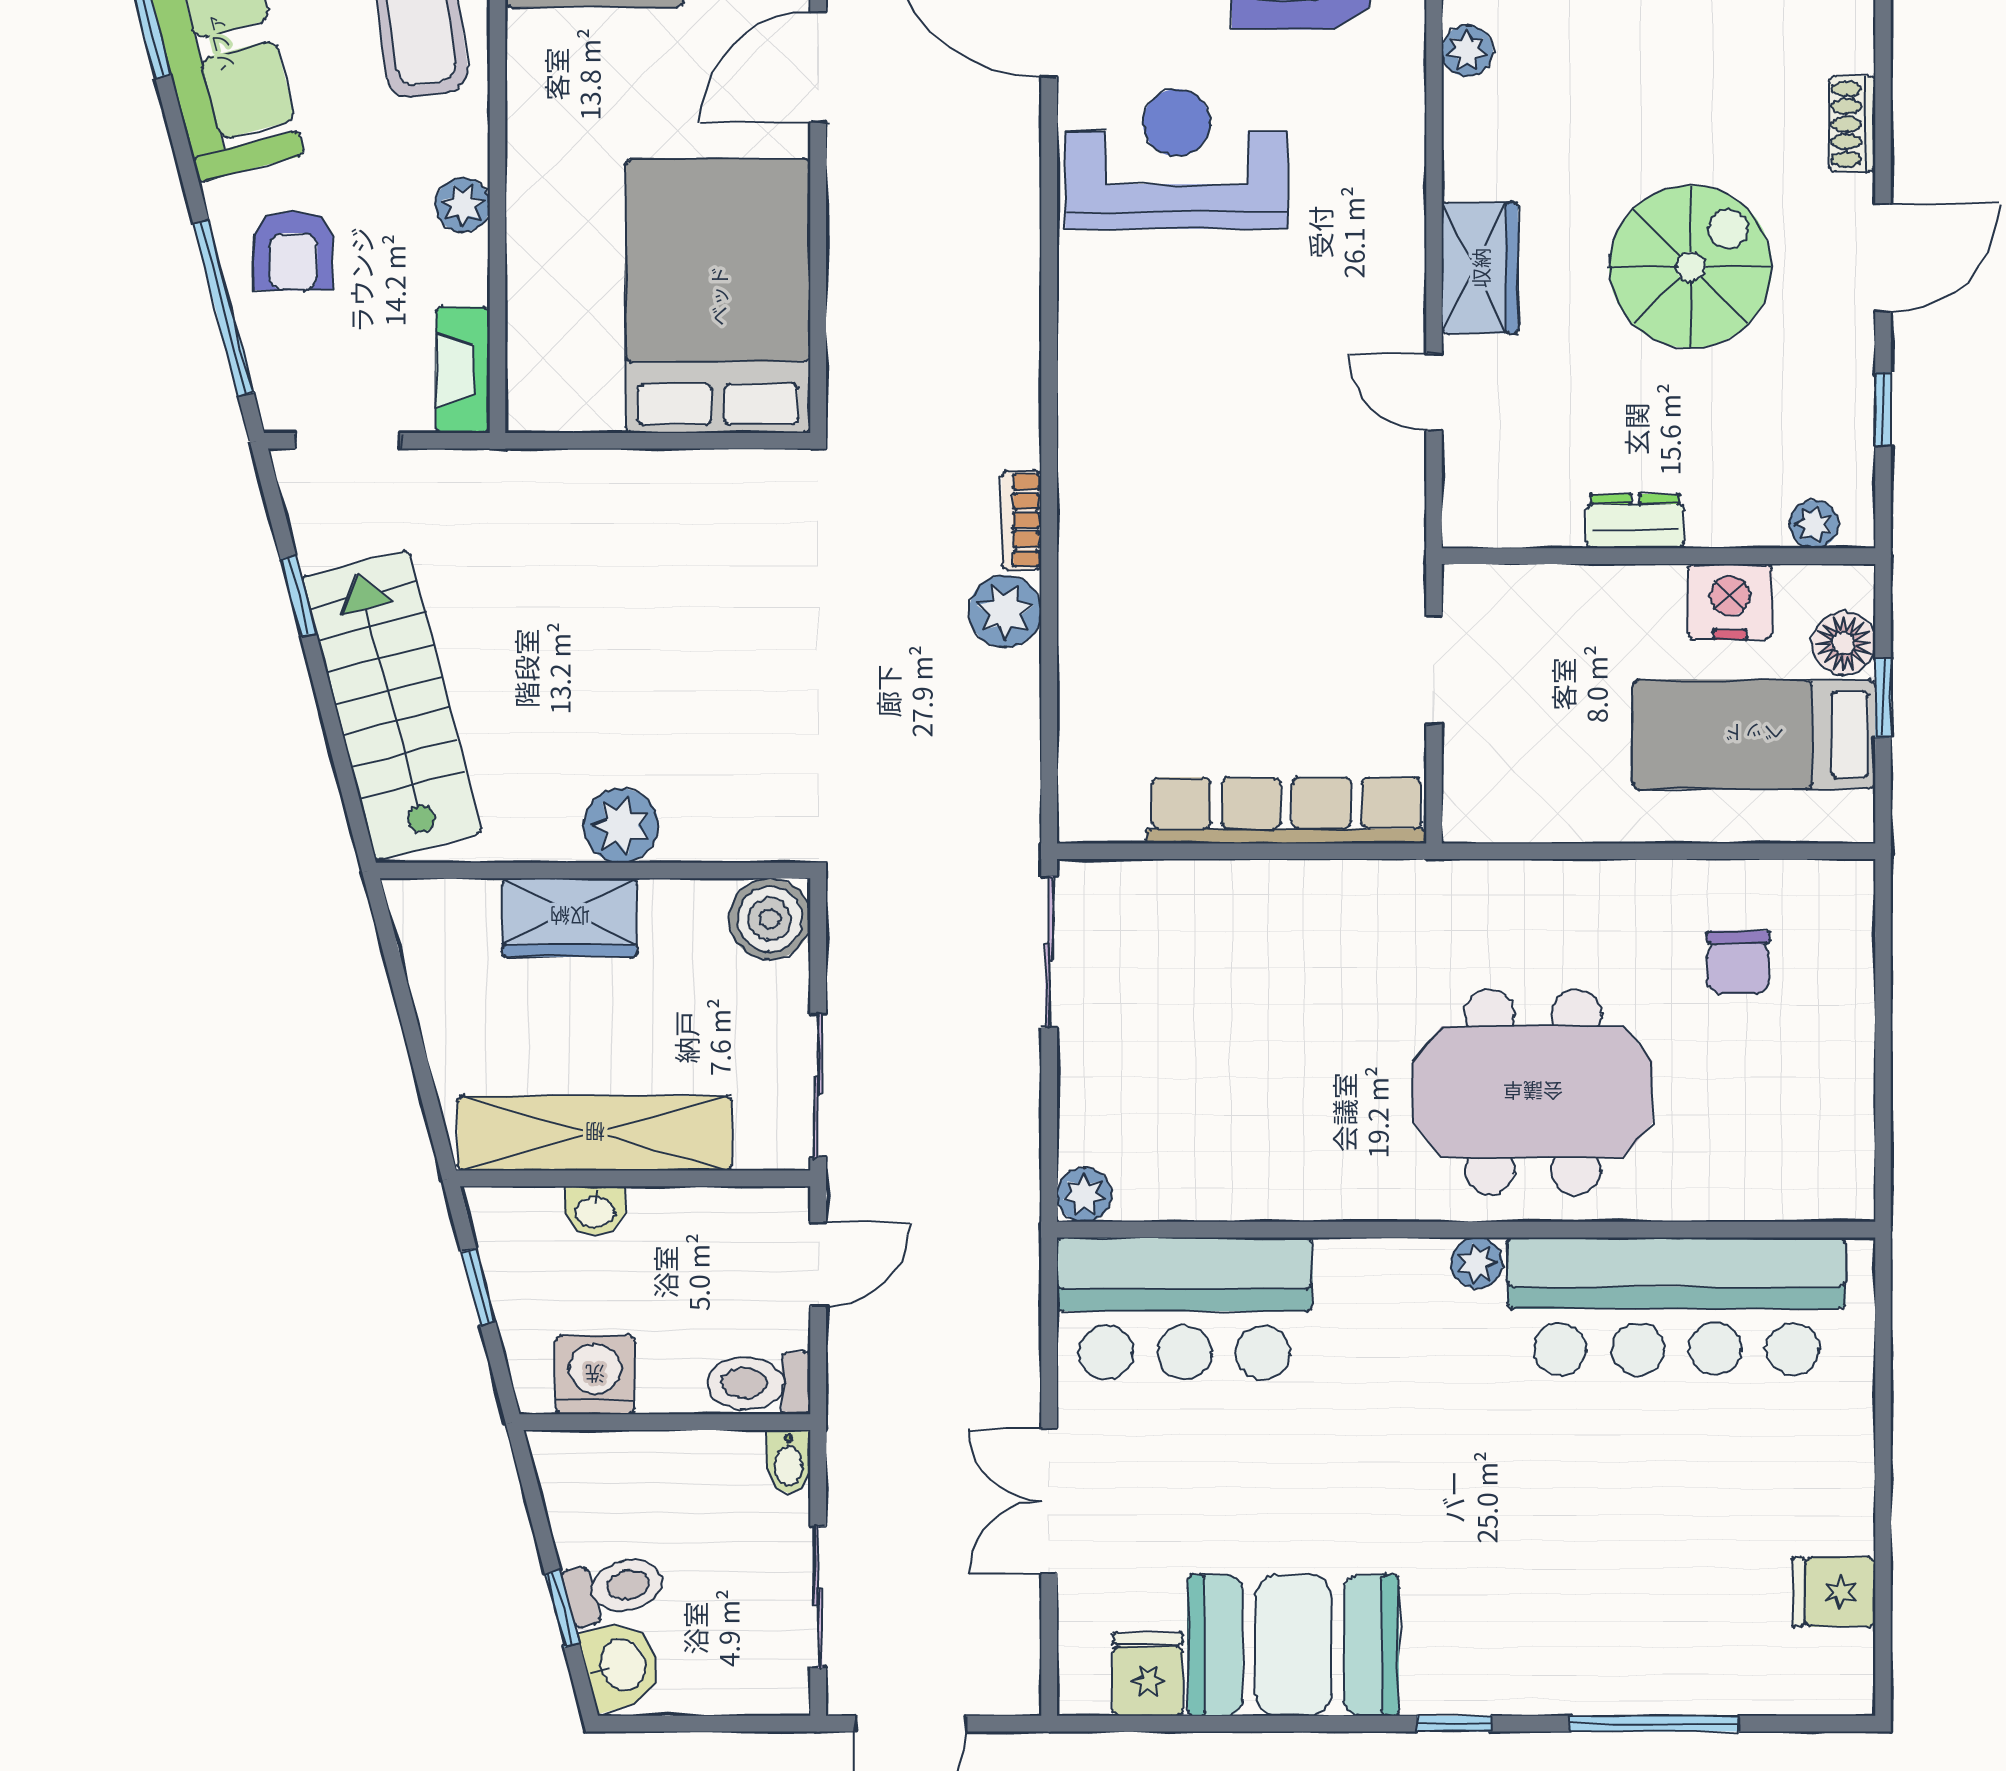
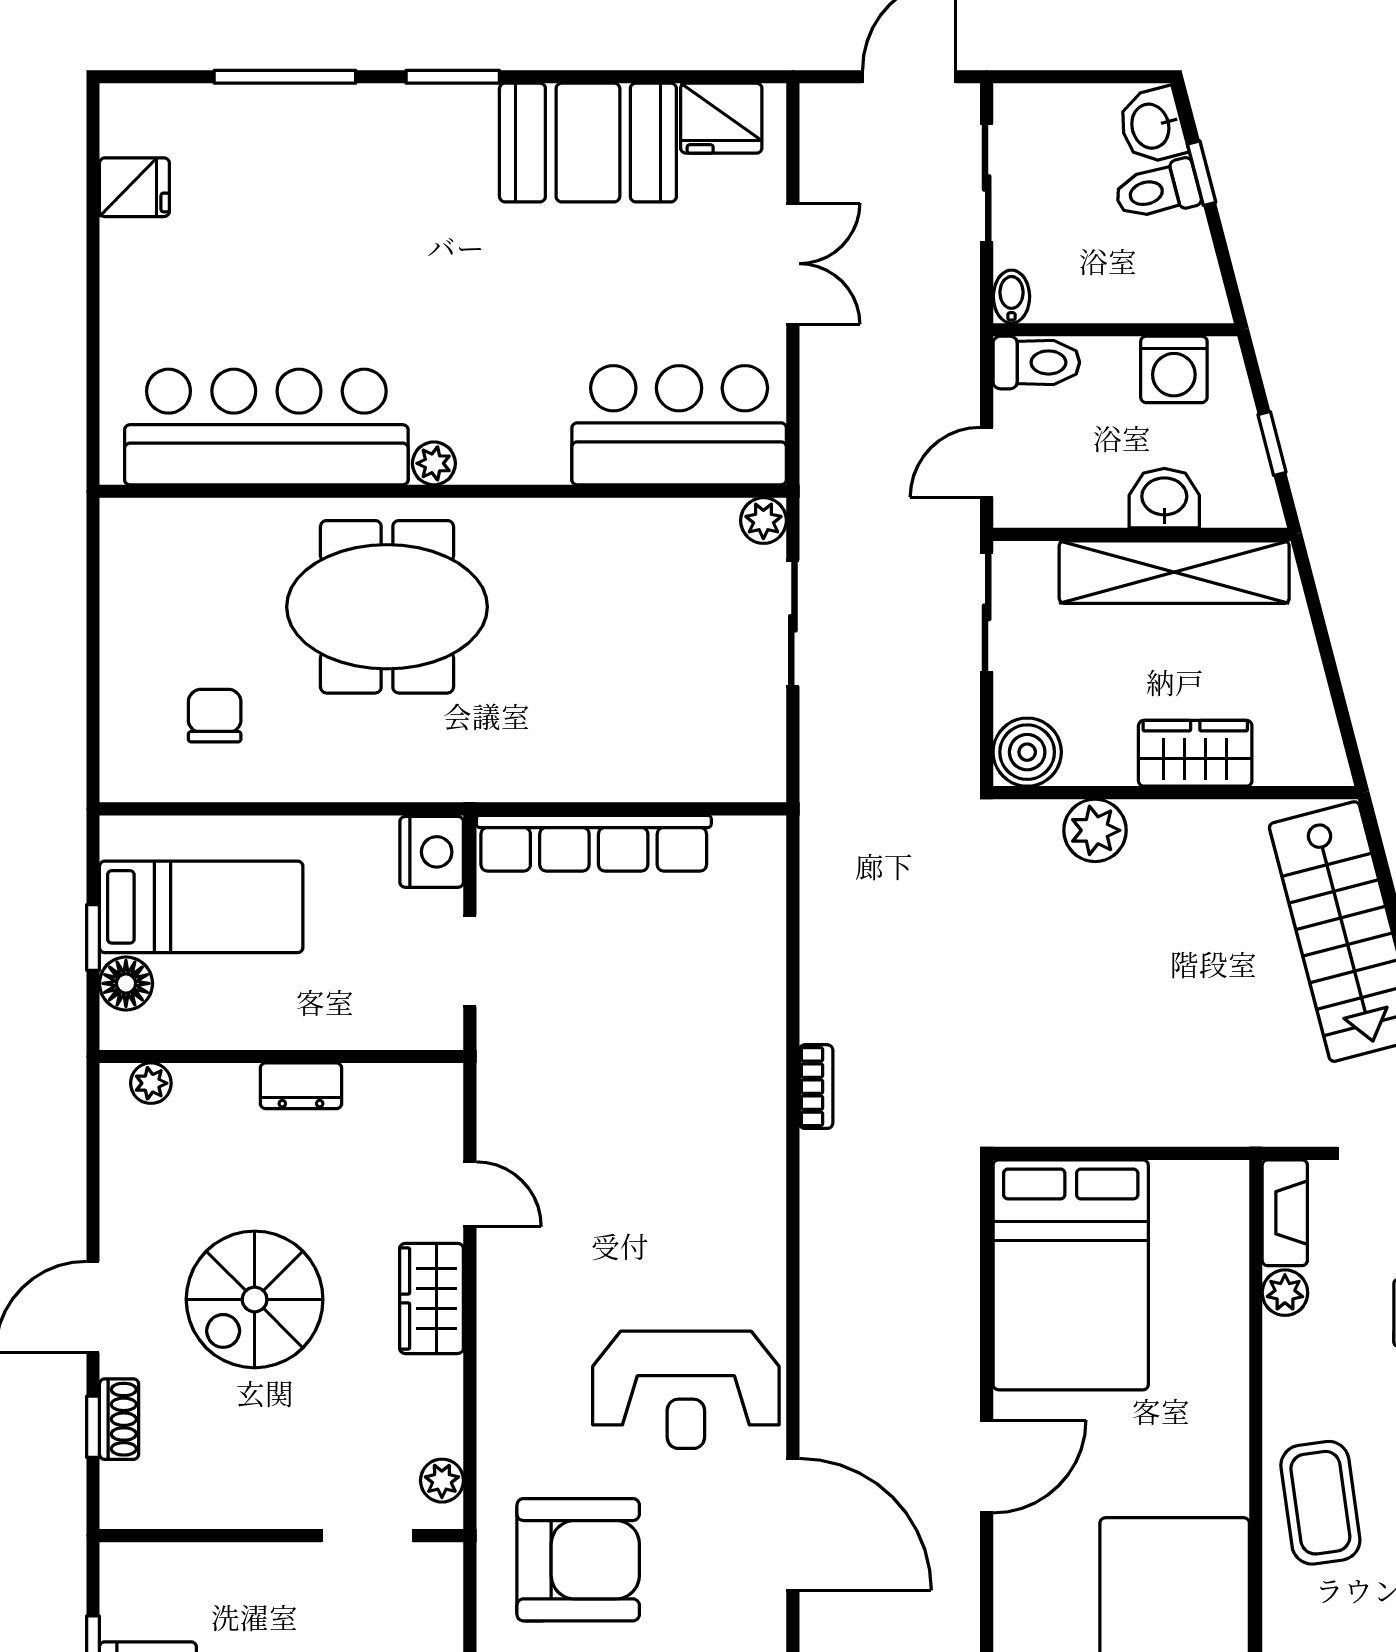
plant: (463, 205) -> (1285, 1293), moved
window: (1883, 409) -> (93, 1427), moved
nightstand: (1730, 602) -> (432, 852), moved, turned -90
plant: (1005, 611) -> (830, 1010), removed
plant: (621, 826) -> (1095, 830), moved
sliding door: (1049, 952) -> (793, 623), moved
washbasin: (595, 1211) -> (1164, 498), width x1.38, depth x1.45
fridge: (1148, 1674) -> (721, 118), width x1.38
window: (1454, 1724) -> (453, 77), width x1.50

